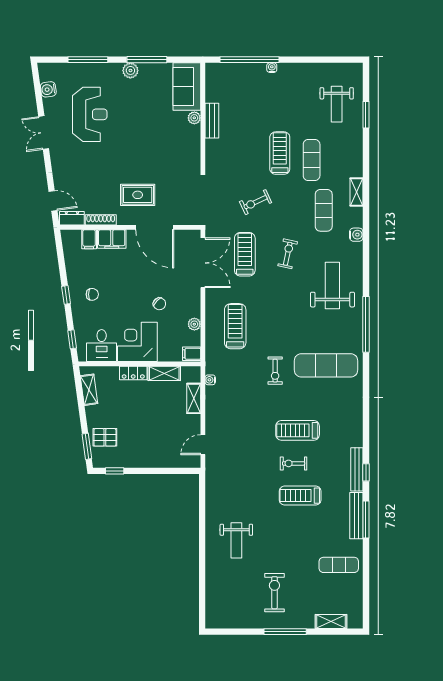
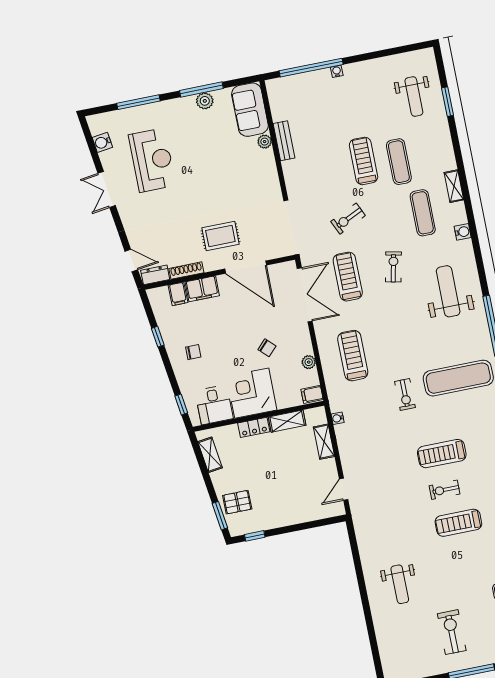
plant: (130, 70) -> (205, 101), moved
window: (66, 295) -> (158, 337), moved

